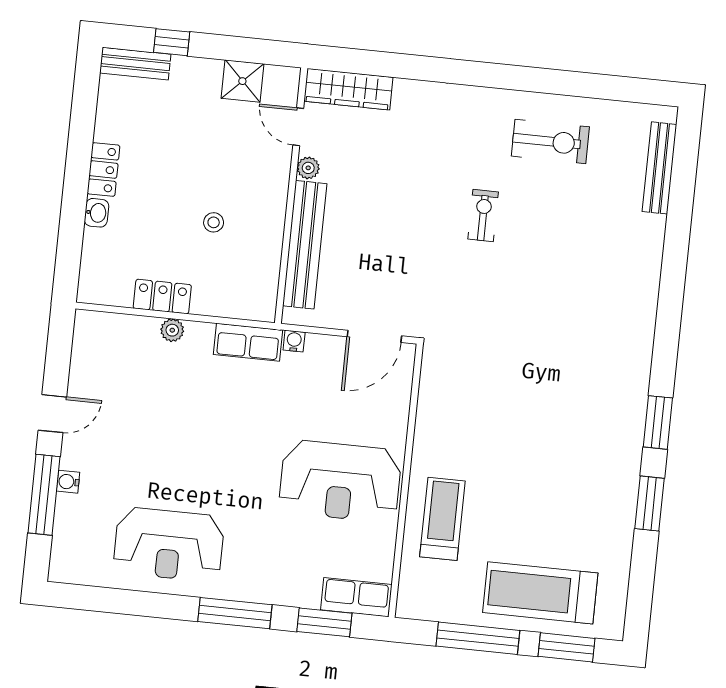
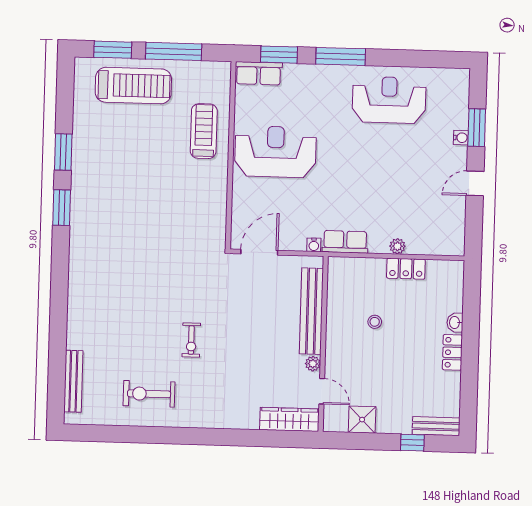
window: (44, 495) -> (477, 128), width x0.69
treadmill: (442, 519) -> (204, 131), turned 180

